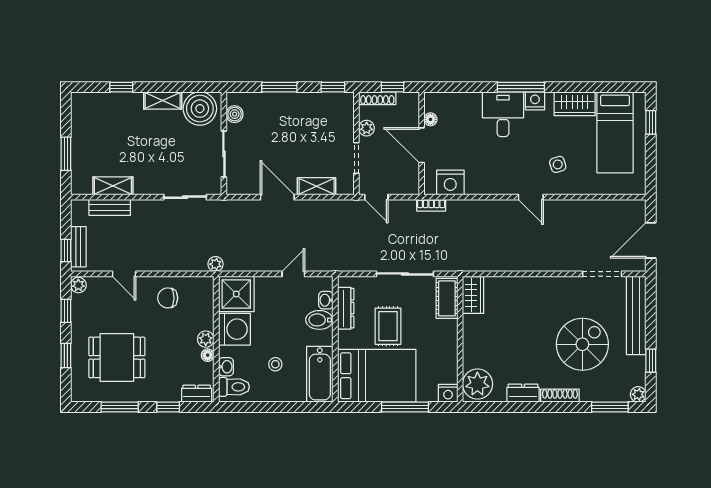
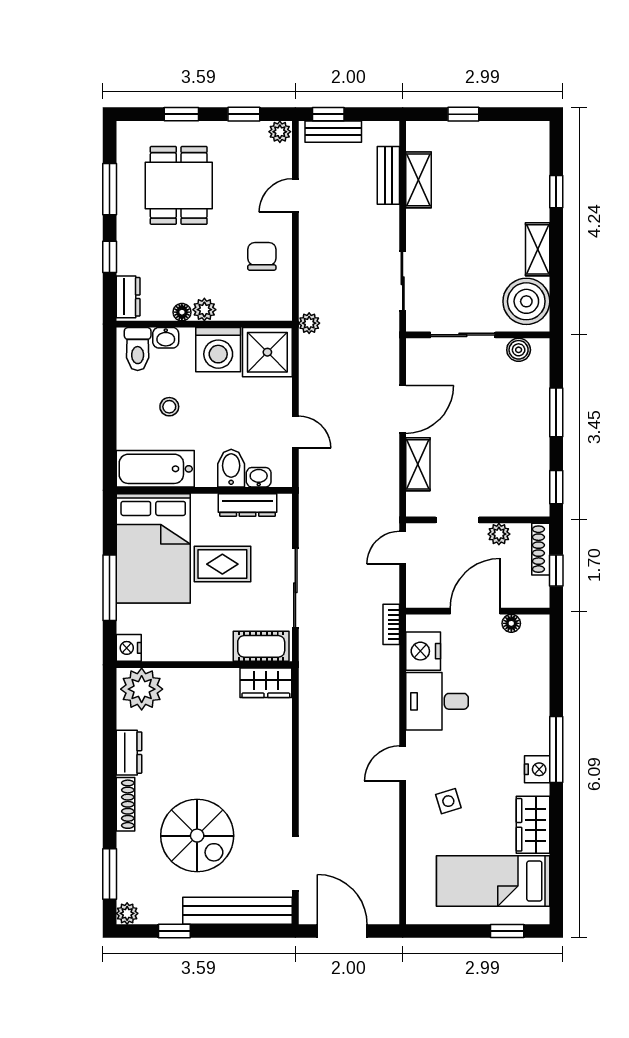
desk: (503, 114) -> (437, 701), moved, turned 180
window: (66, 154) -> (463, 114), width x0.67

